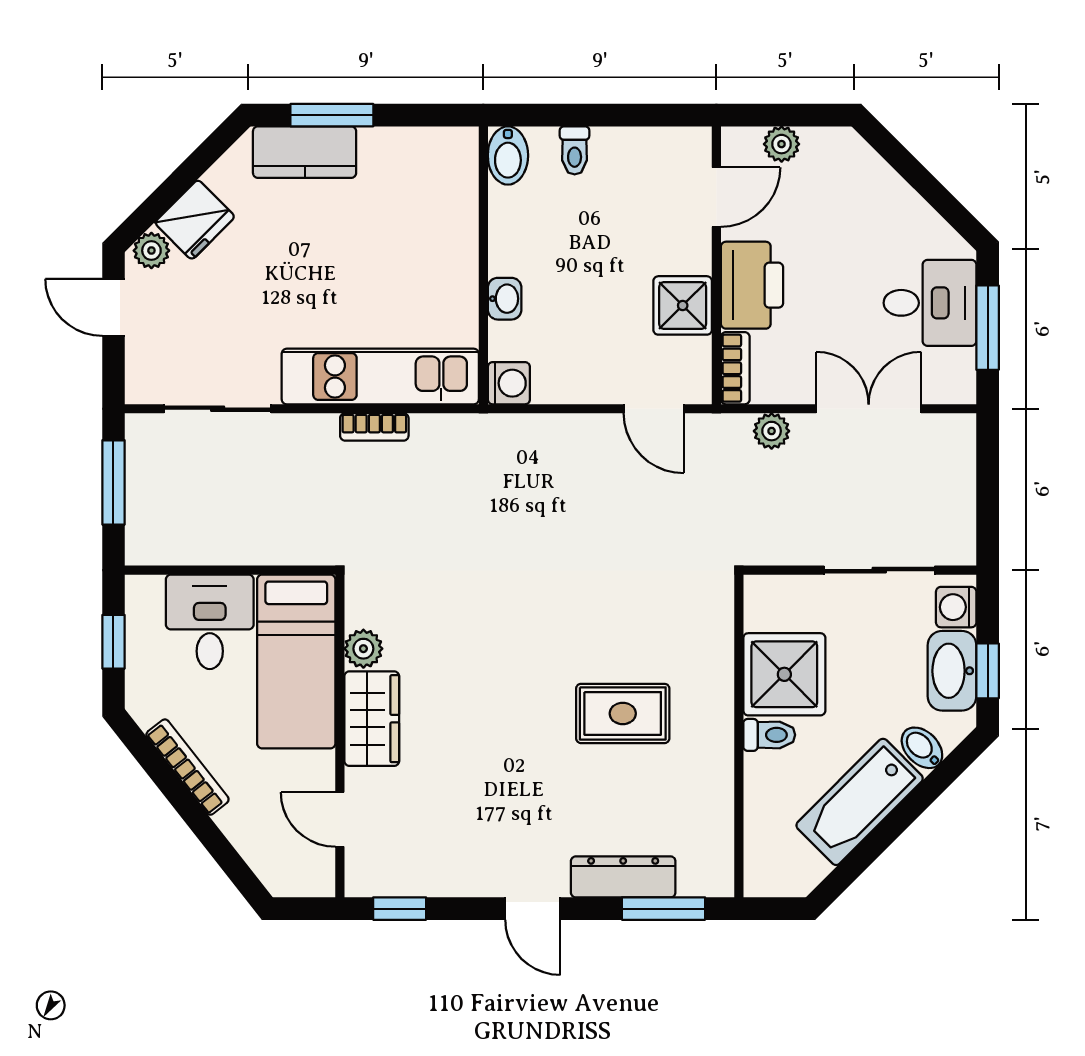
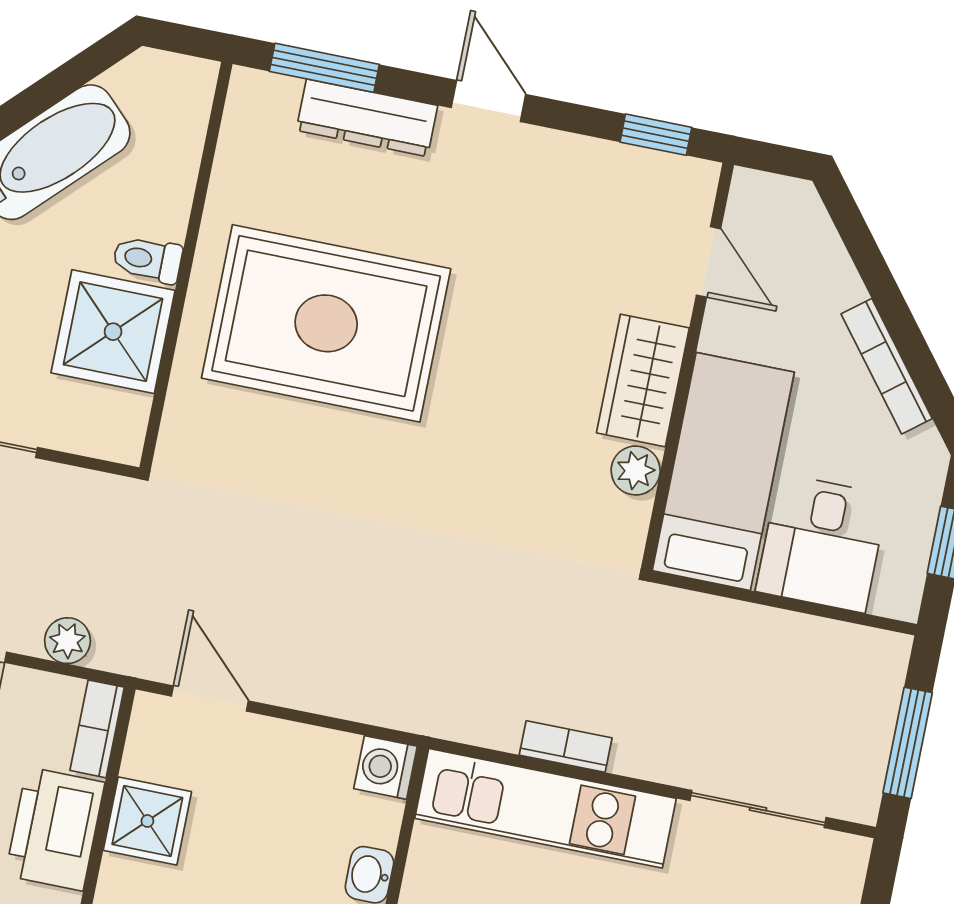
rug: (623, 713) -> (326, 323), width x1.86, depth x2.06

